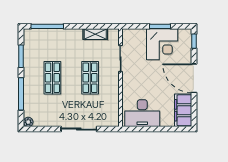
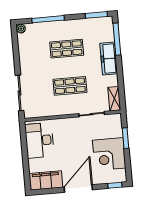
window: (160, 26) -> (126, 138), moved
shelving: (95, 34) -> (114, 99), moved
freezer: (66, 36) -> (109, 59), added
window: (21, 56) -> (96, 15), moved
sliding door: (79, 129) -> (20, 93), moved

